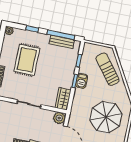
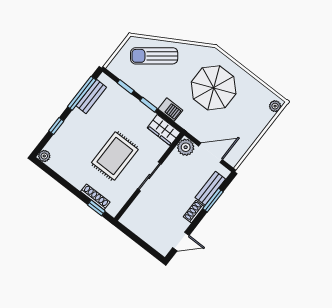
rug: (27, 60) -> (115, 156), moved, turned 90
barbecue: (82, 81) -> (170, 110), moved

